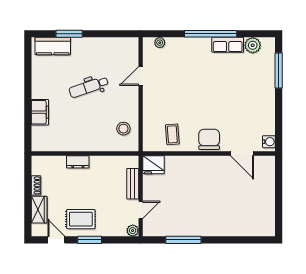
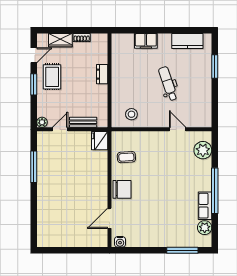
plant: (160, 43) -> (203, 150), width x1.87, depth x1.87
kitchen counter: (53, 46) -> (187, 41), moved, turned -90
door: (141, 210) -> (60, 129), swing flipped

